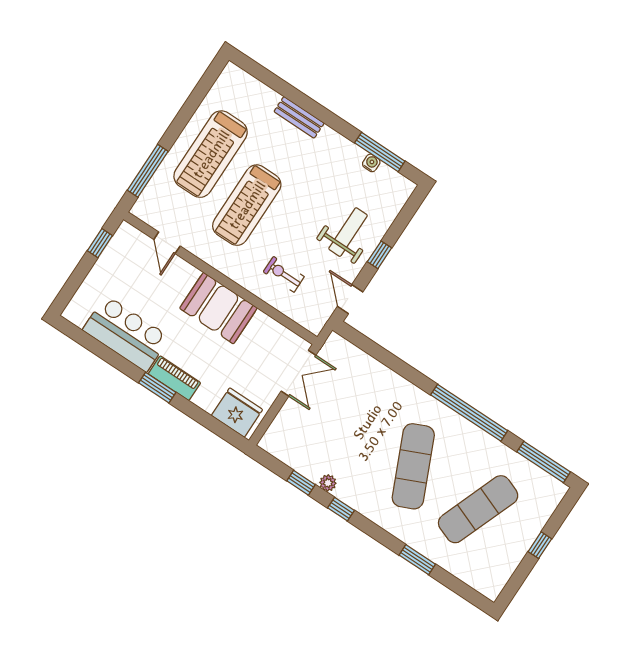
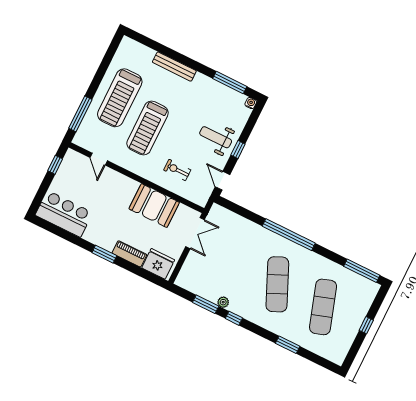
bench: (299, 117) -> (174, 67), width x1.36
water cooler: (371, 163) -> (251, 103), moved
weight bench: (348, 232) -> (216, 137), turned -90
booth: (218, 308) -> (154, 206), moved
bar counter: (126, 334) -> (64, 214), moved
piano: (174, 378) -> (129, 254), moved
window: (469, 413) -> (289, 235), moved
window: (301, 483) -> (206, 304), width x1.50
exercise mat: (478, 509) -> (323, 307), turned -39

